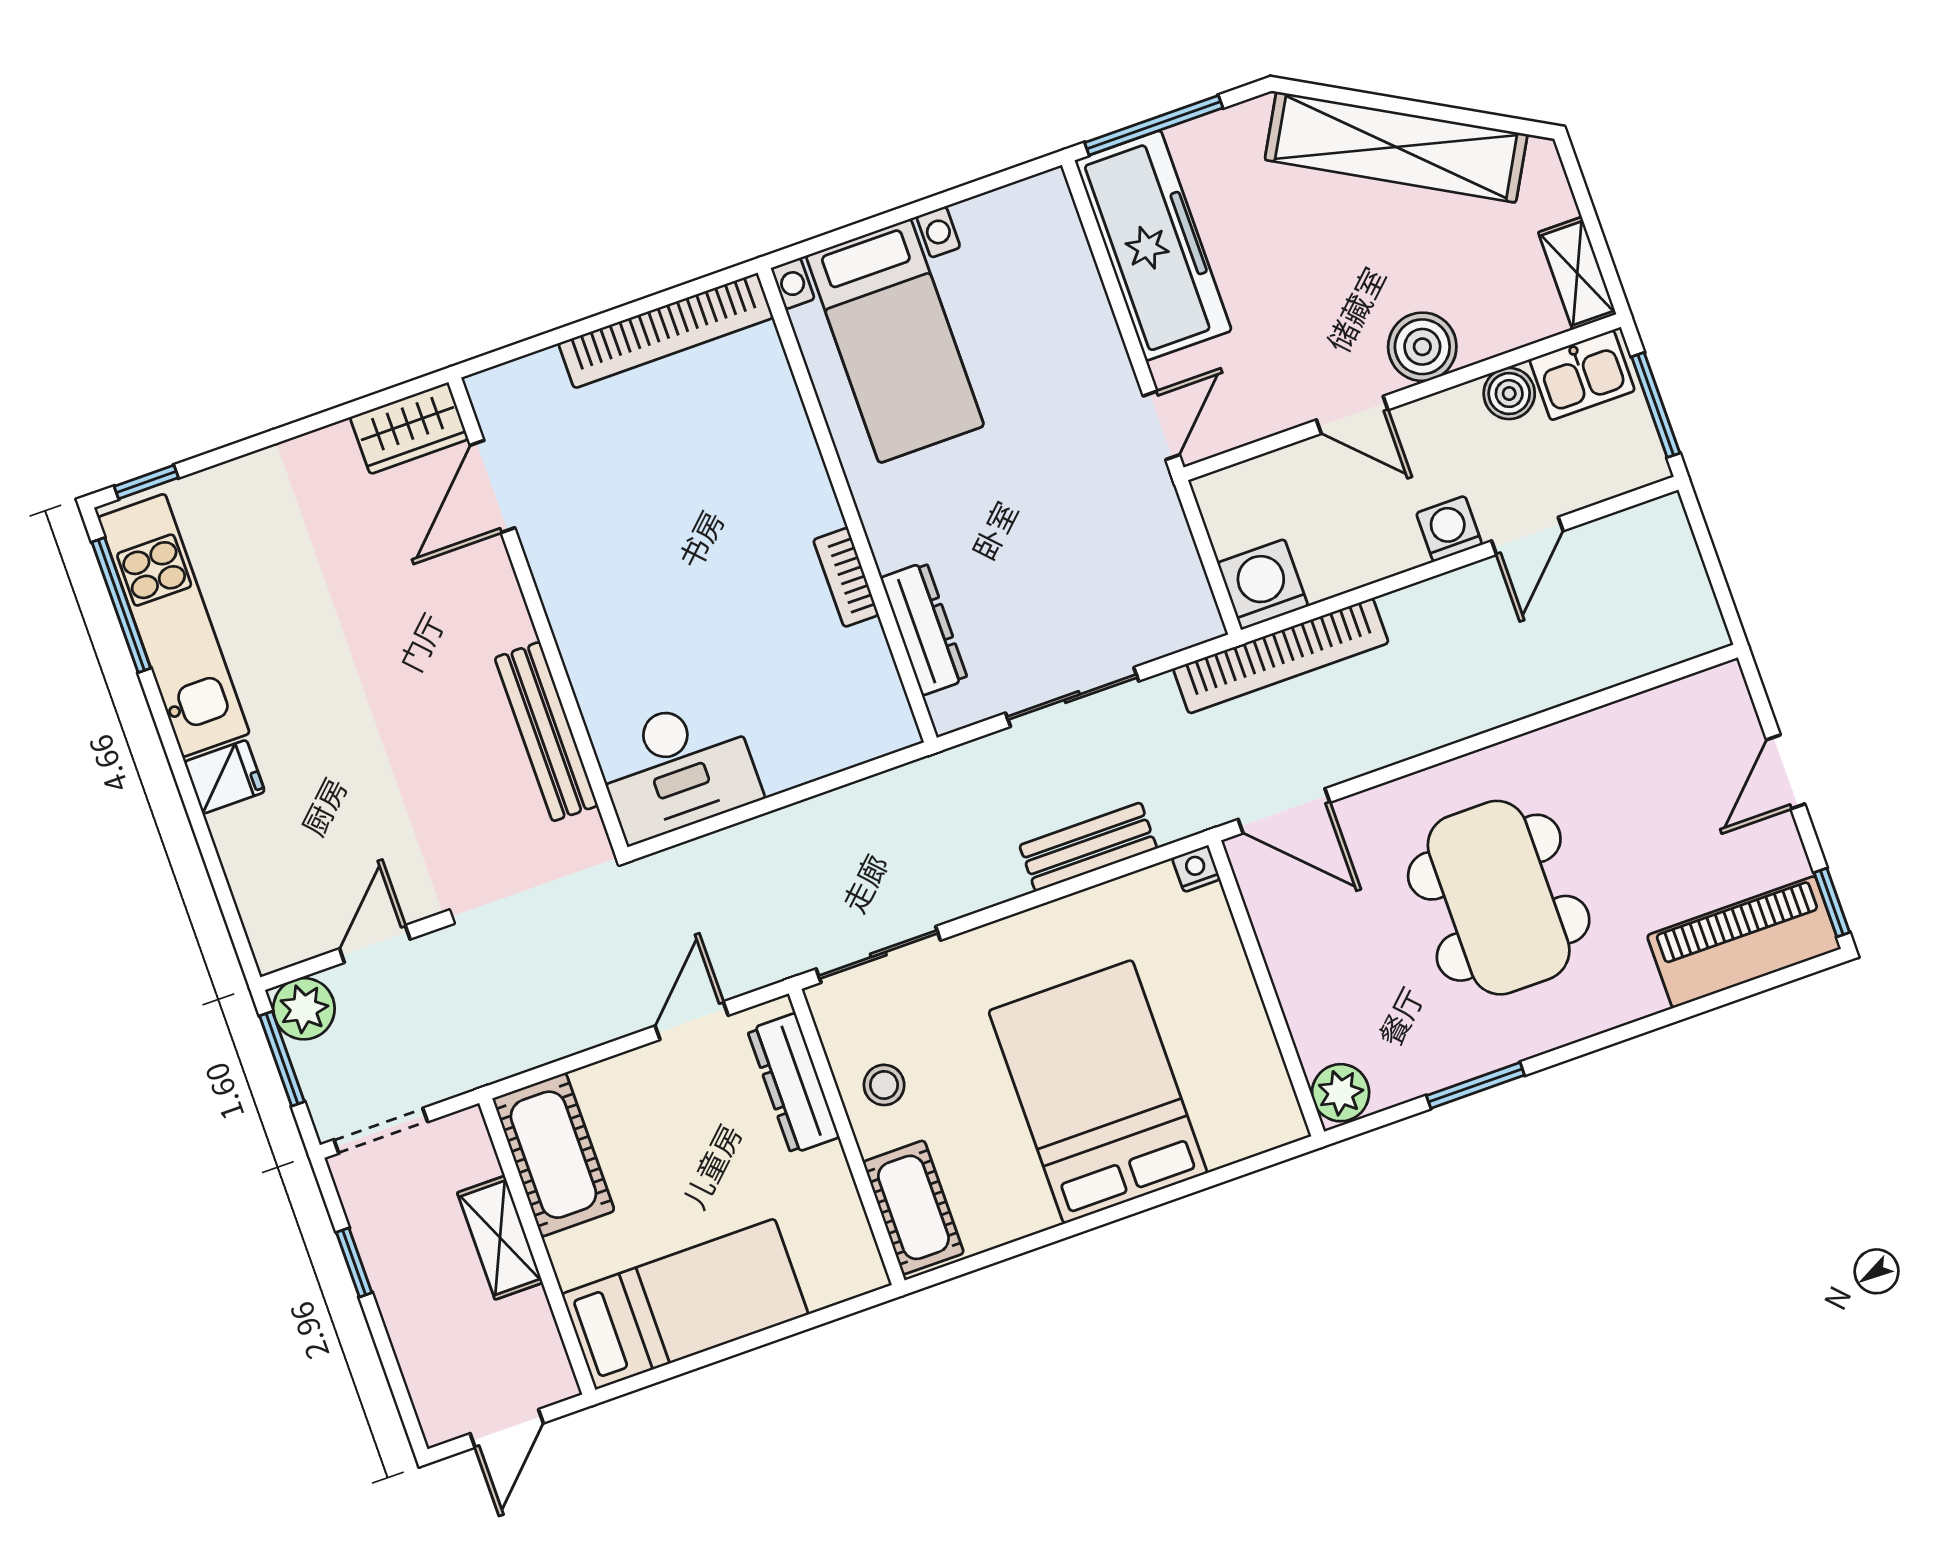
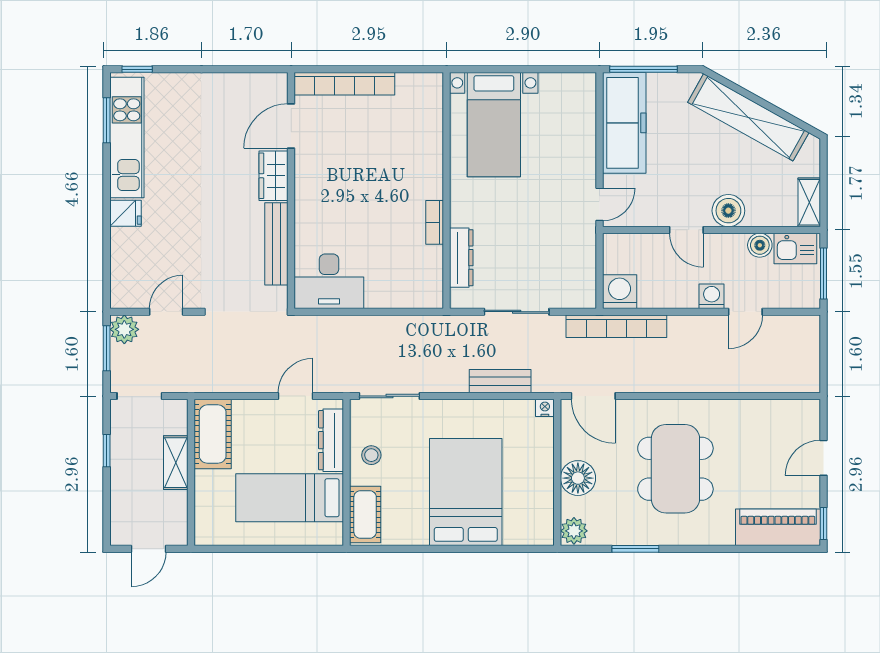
bookcase: (666, 331) -> (344, 84), moved
wardrobe: (409, 428) -> (274, 176), moved, turned 90
window: (121, 605) -> (107, 120), width x0.69
floor lamp: (1311, 985) -> (578, 478), added
bed: (685, 1304) -> (290, 498), moved, turned 180

